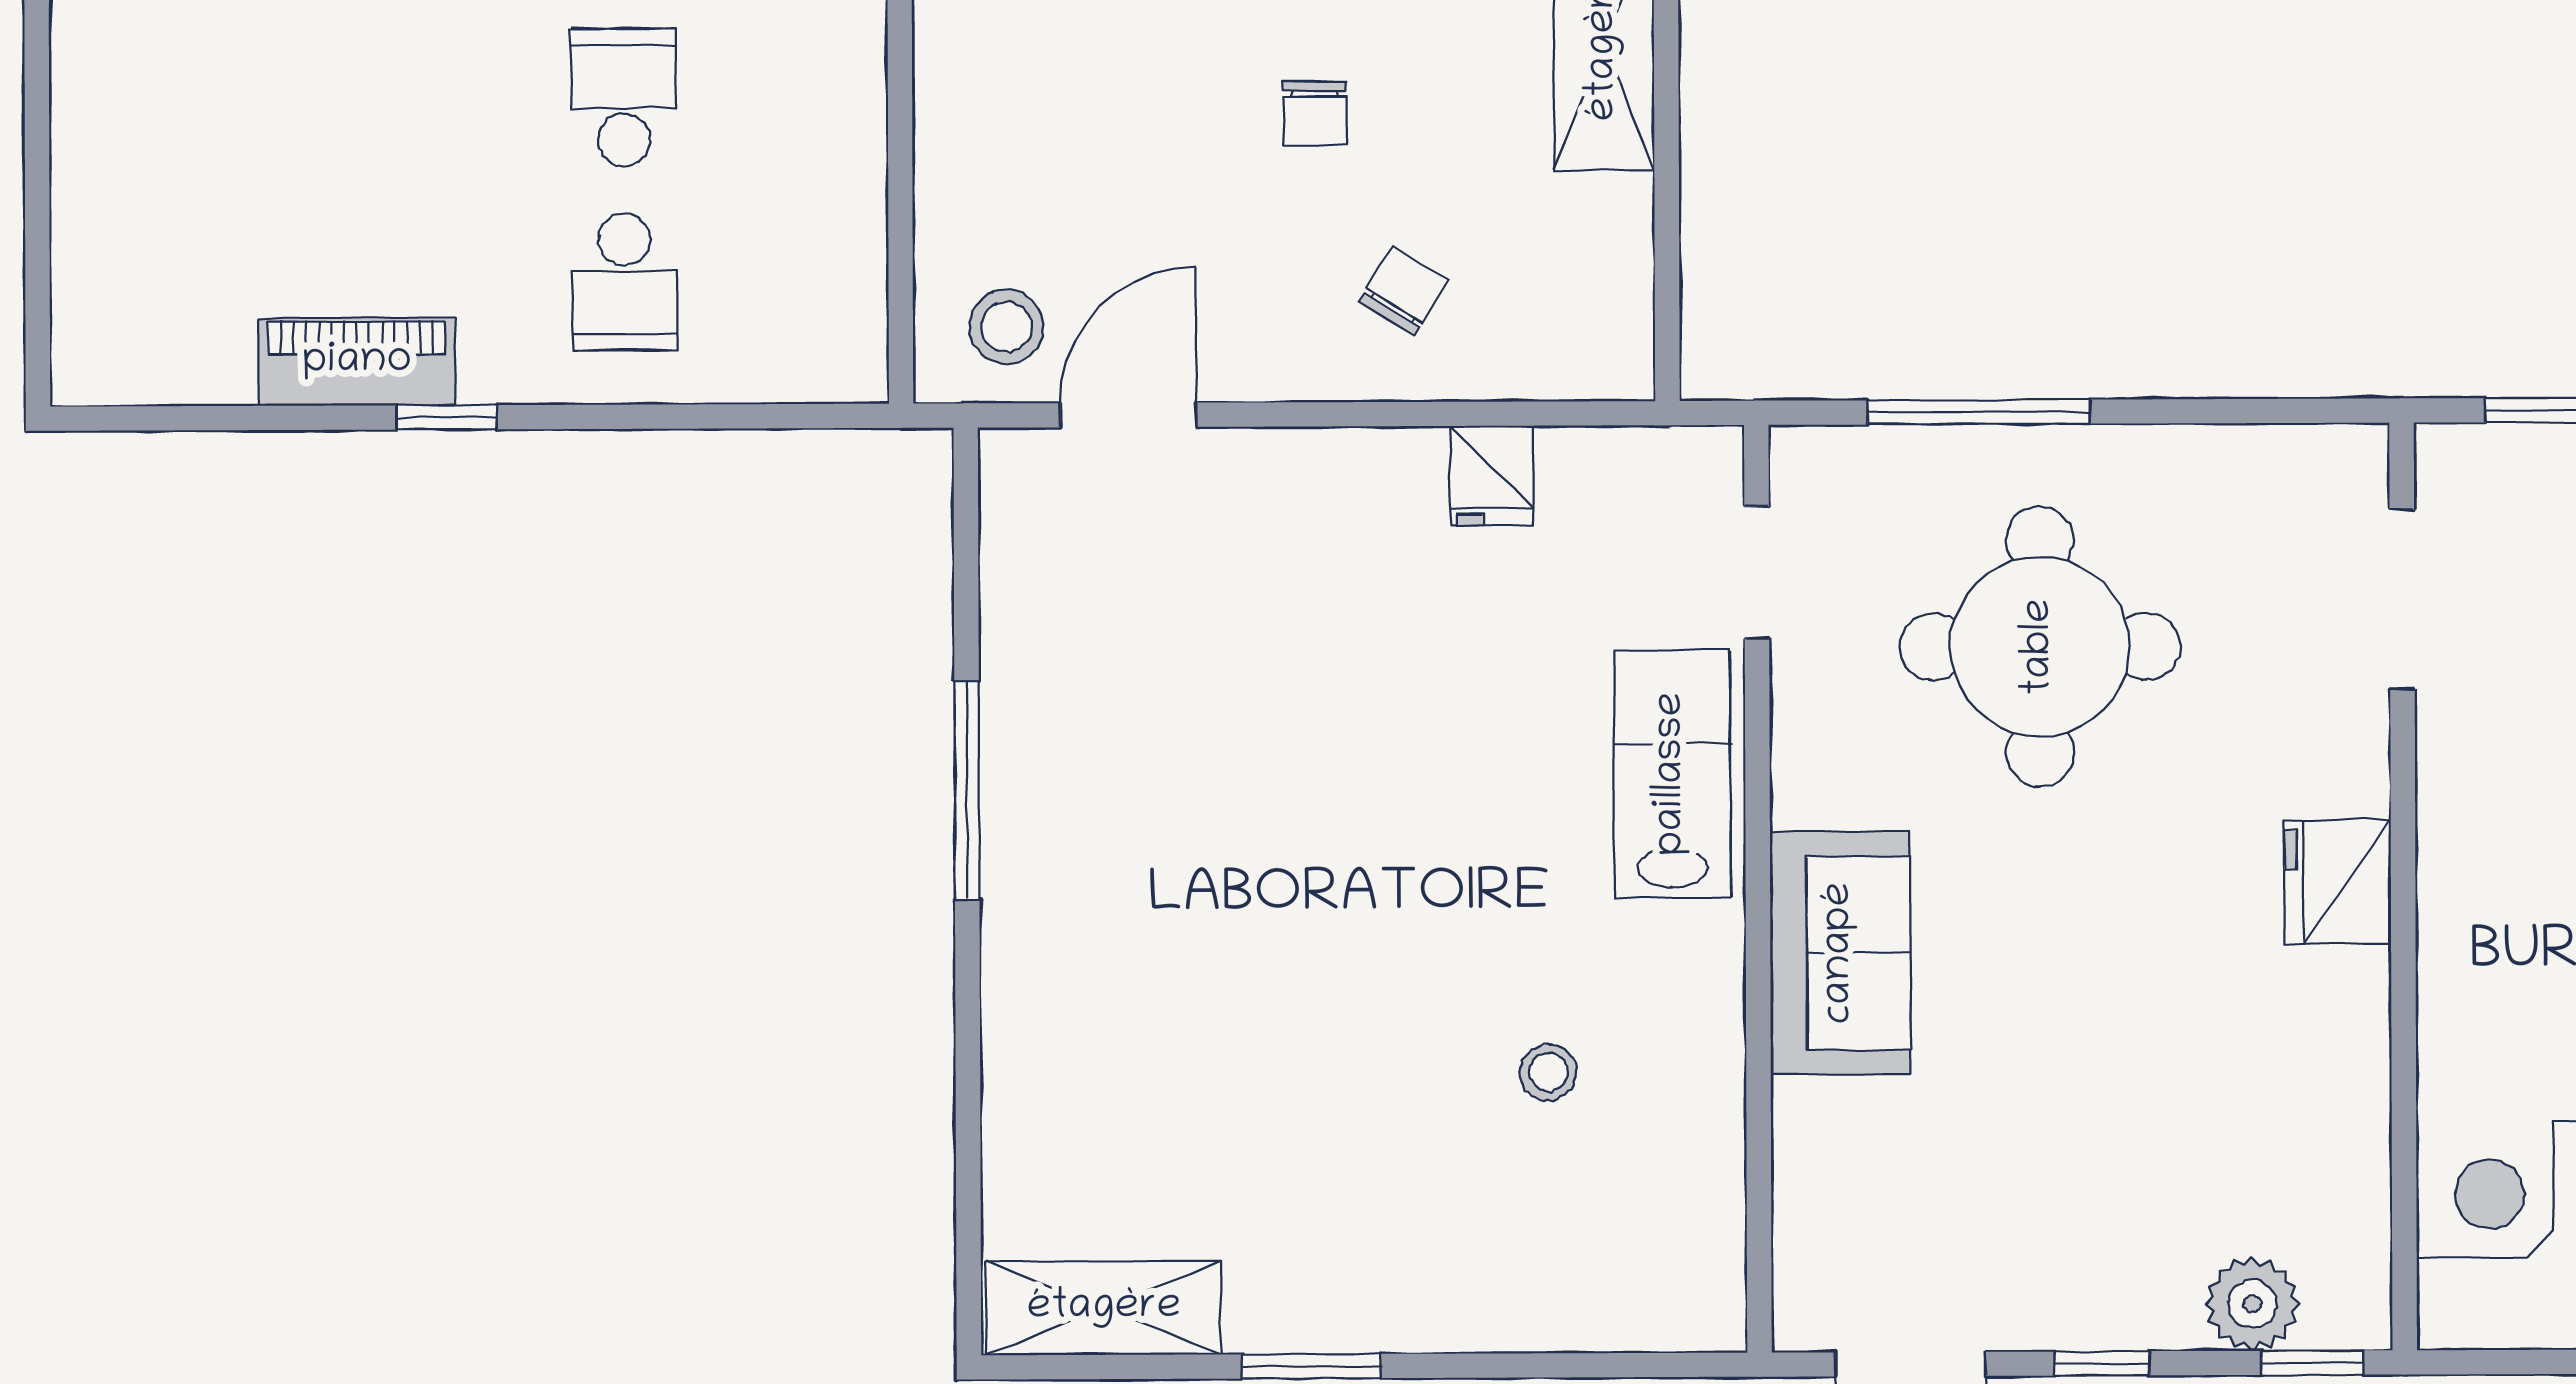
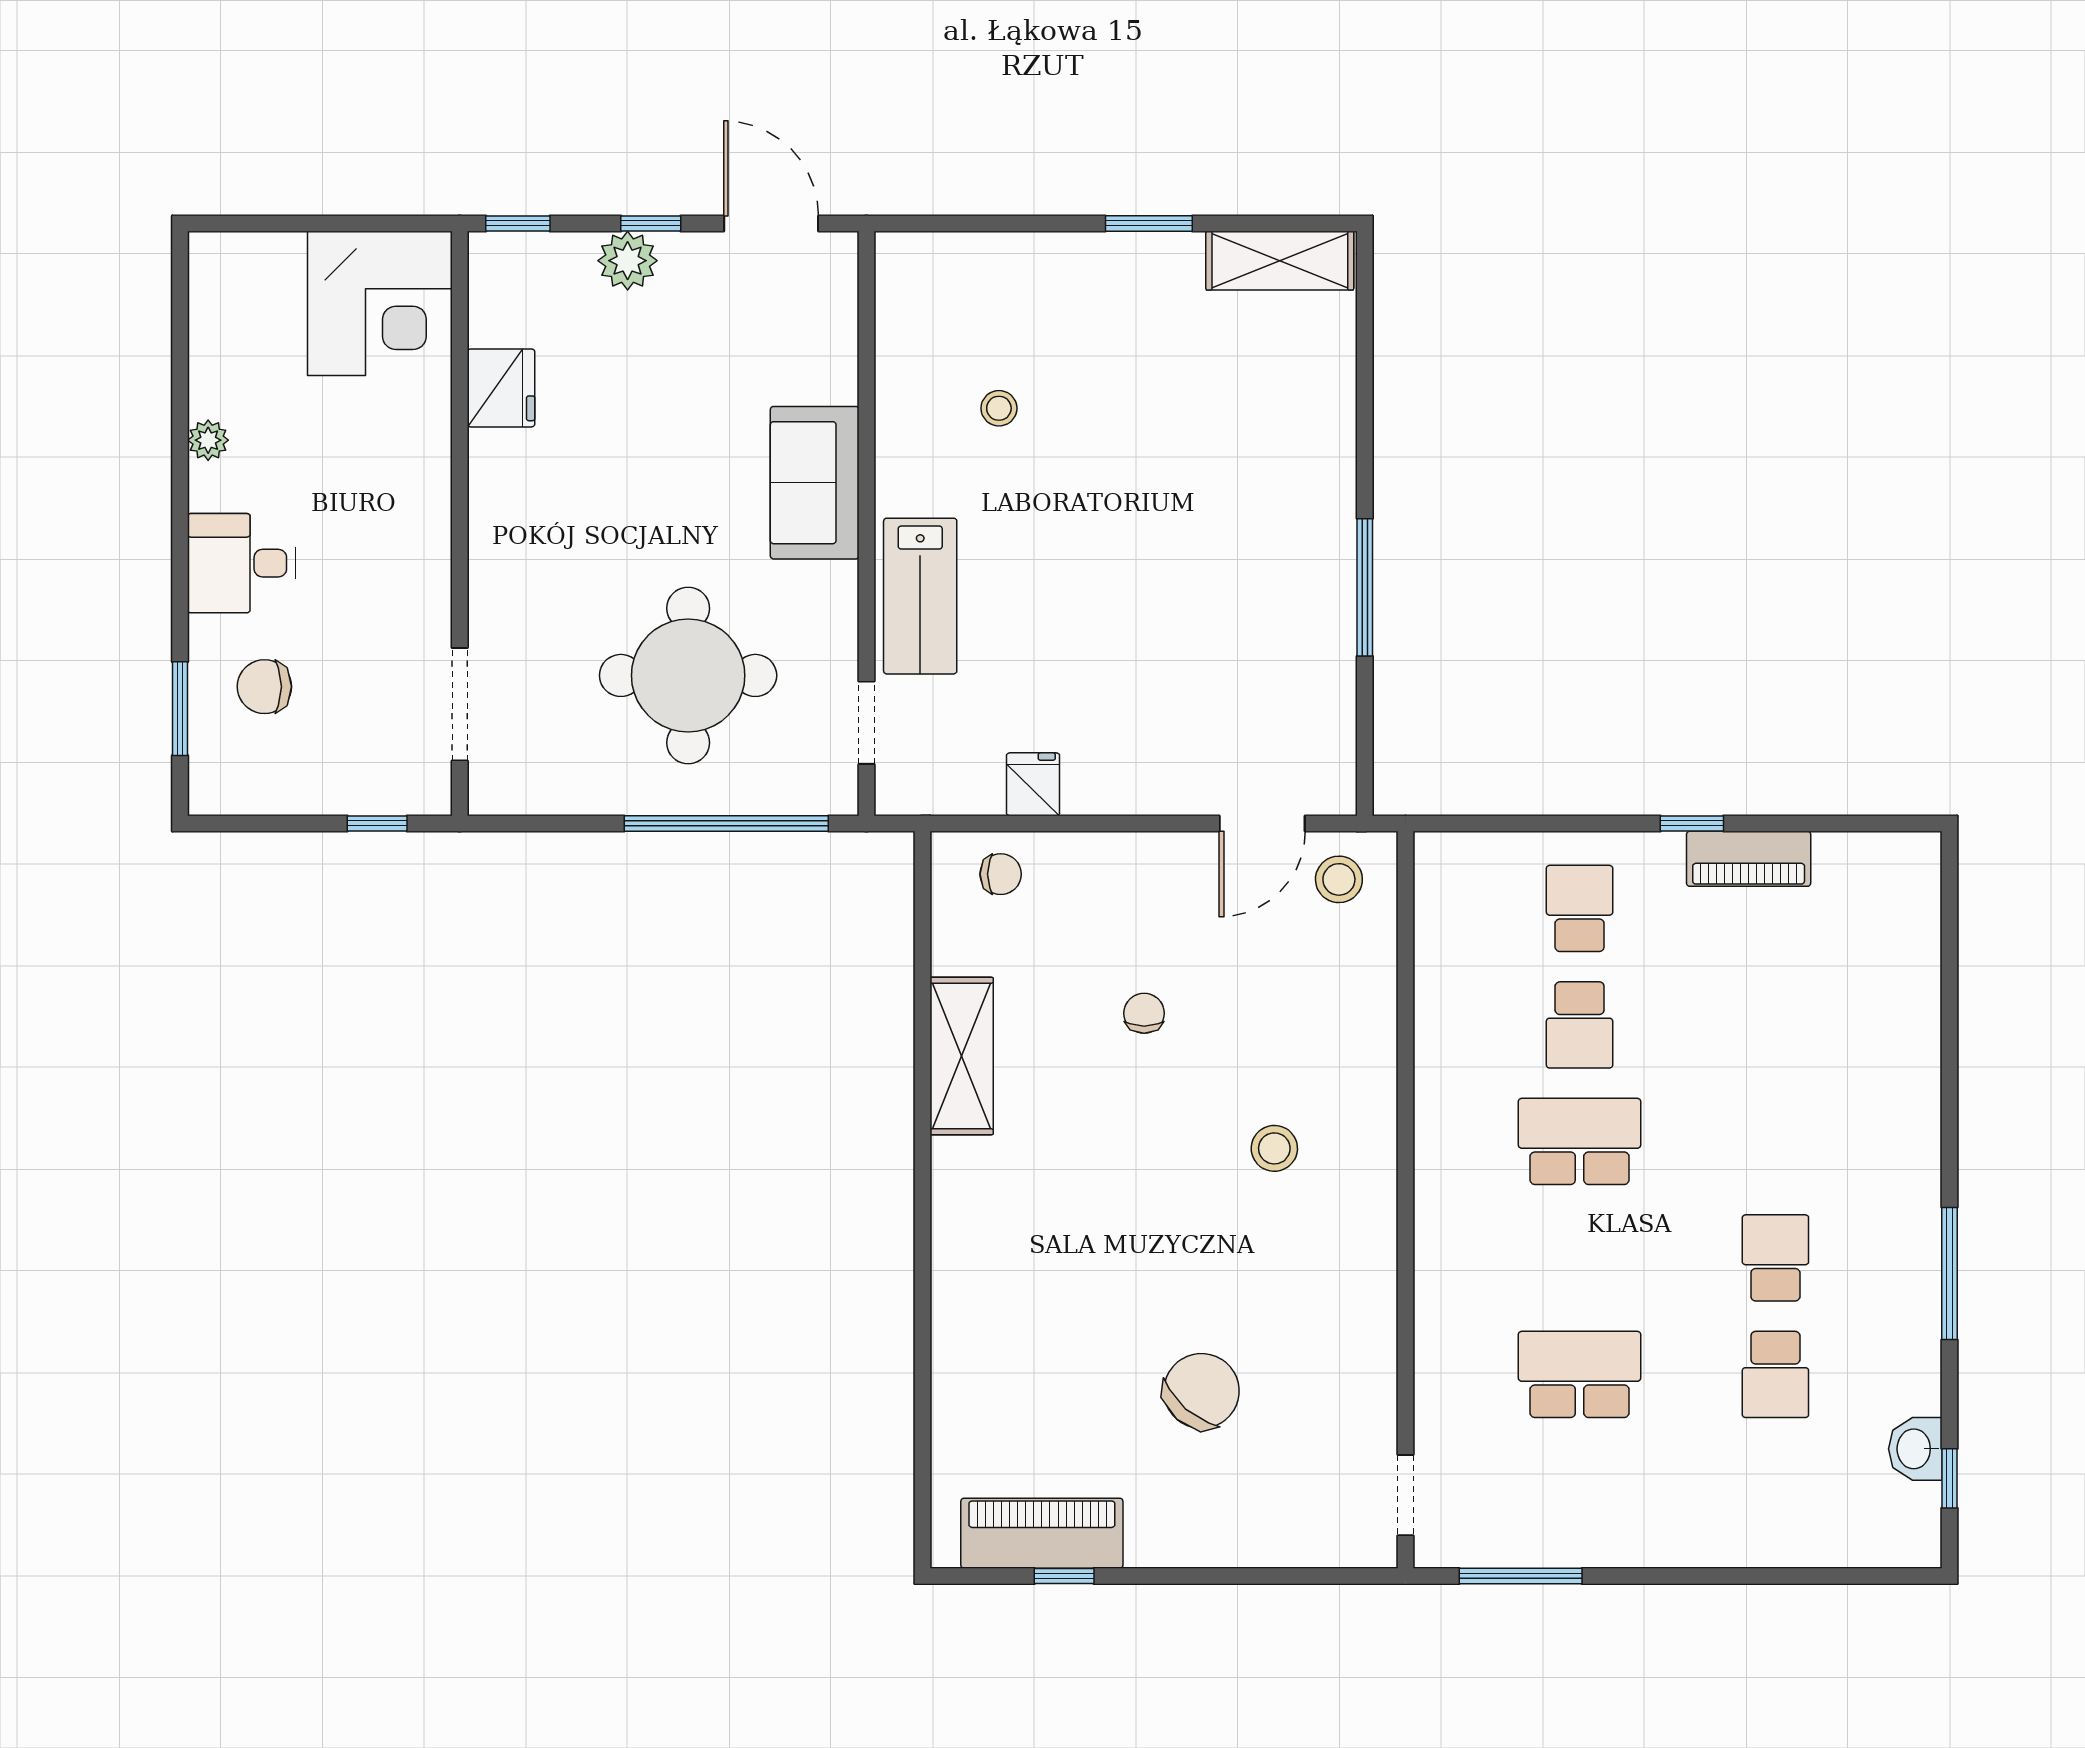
chair: (1404, 291) -> (1001, 874), moved, turned -122
window: (1979, 412) -> (726, 823), width x1.46
fridge: (2338, 882) -> (501, 388), moved
plant: (2252, 1304) -> (628, 261), moved

